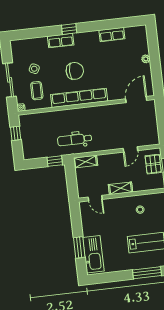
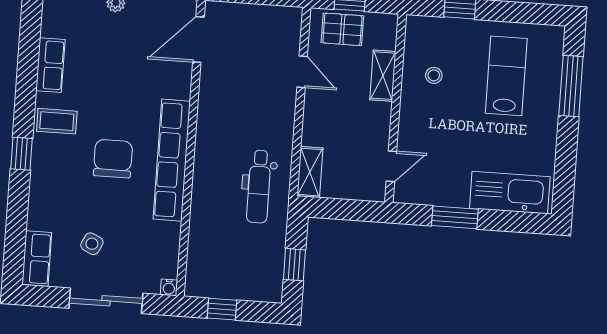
row of seats: (61, 41) -> (37, 259), moved
coffee table: (37, 91) -> (57, 121), moved
door: (136, 100) -> (198, 39), hinge flipped
window: (55, 161) -> (294, 265), moved
shelving: (120, 188) -> (383, 76), moved
window: (79, 247) -> (455, 217), moved

